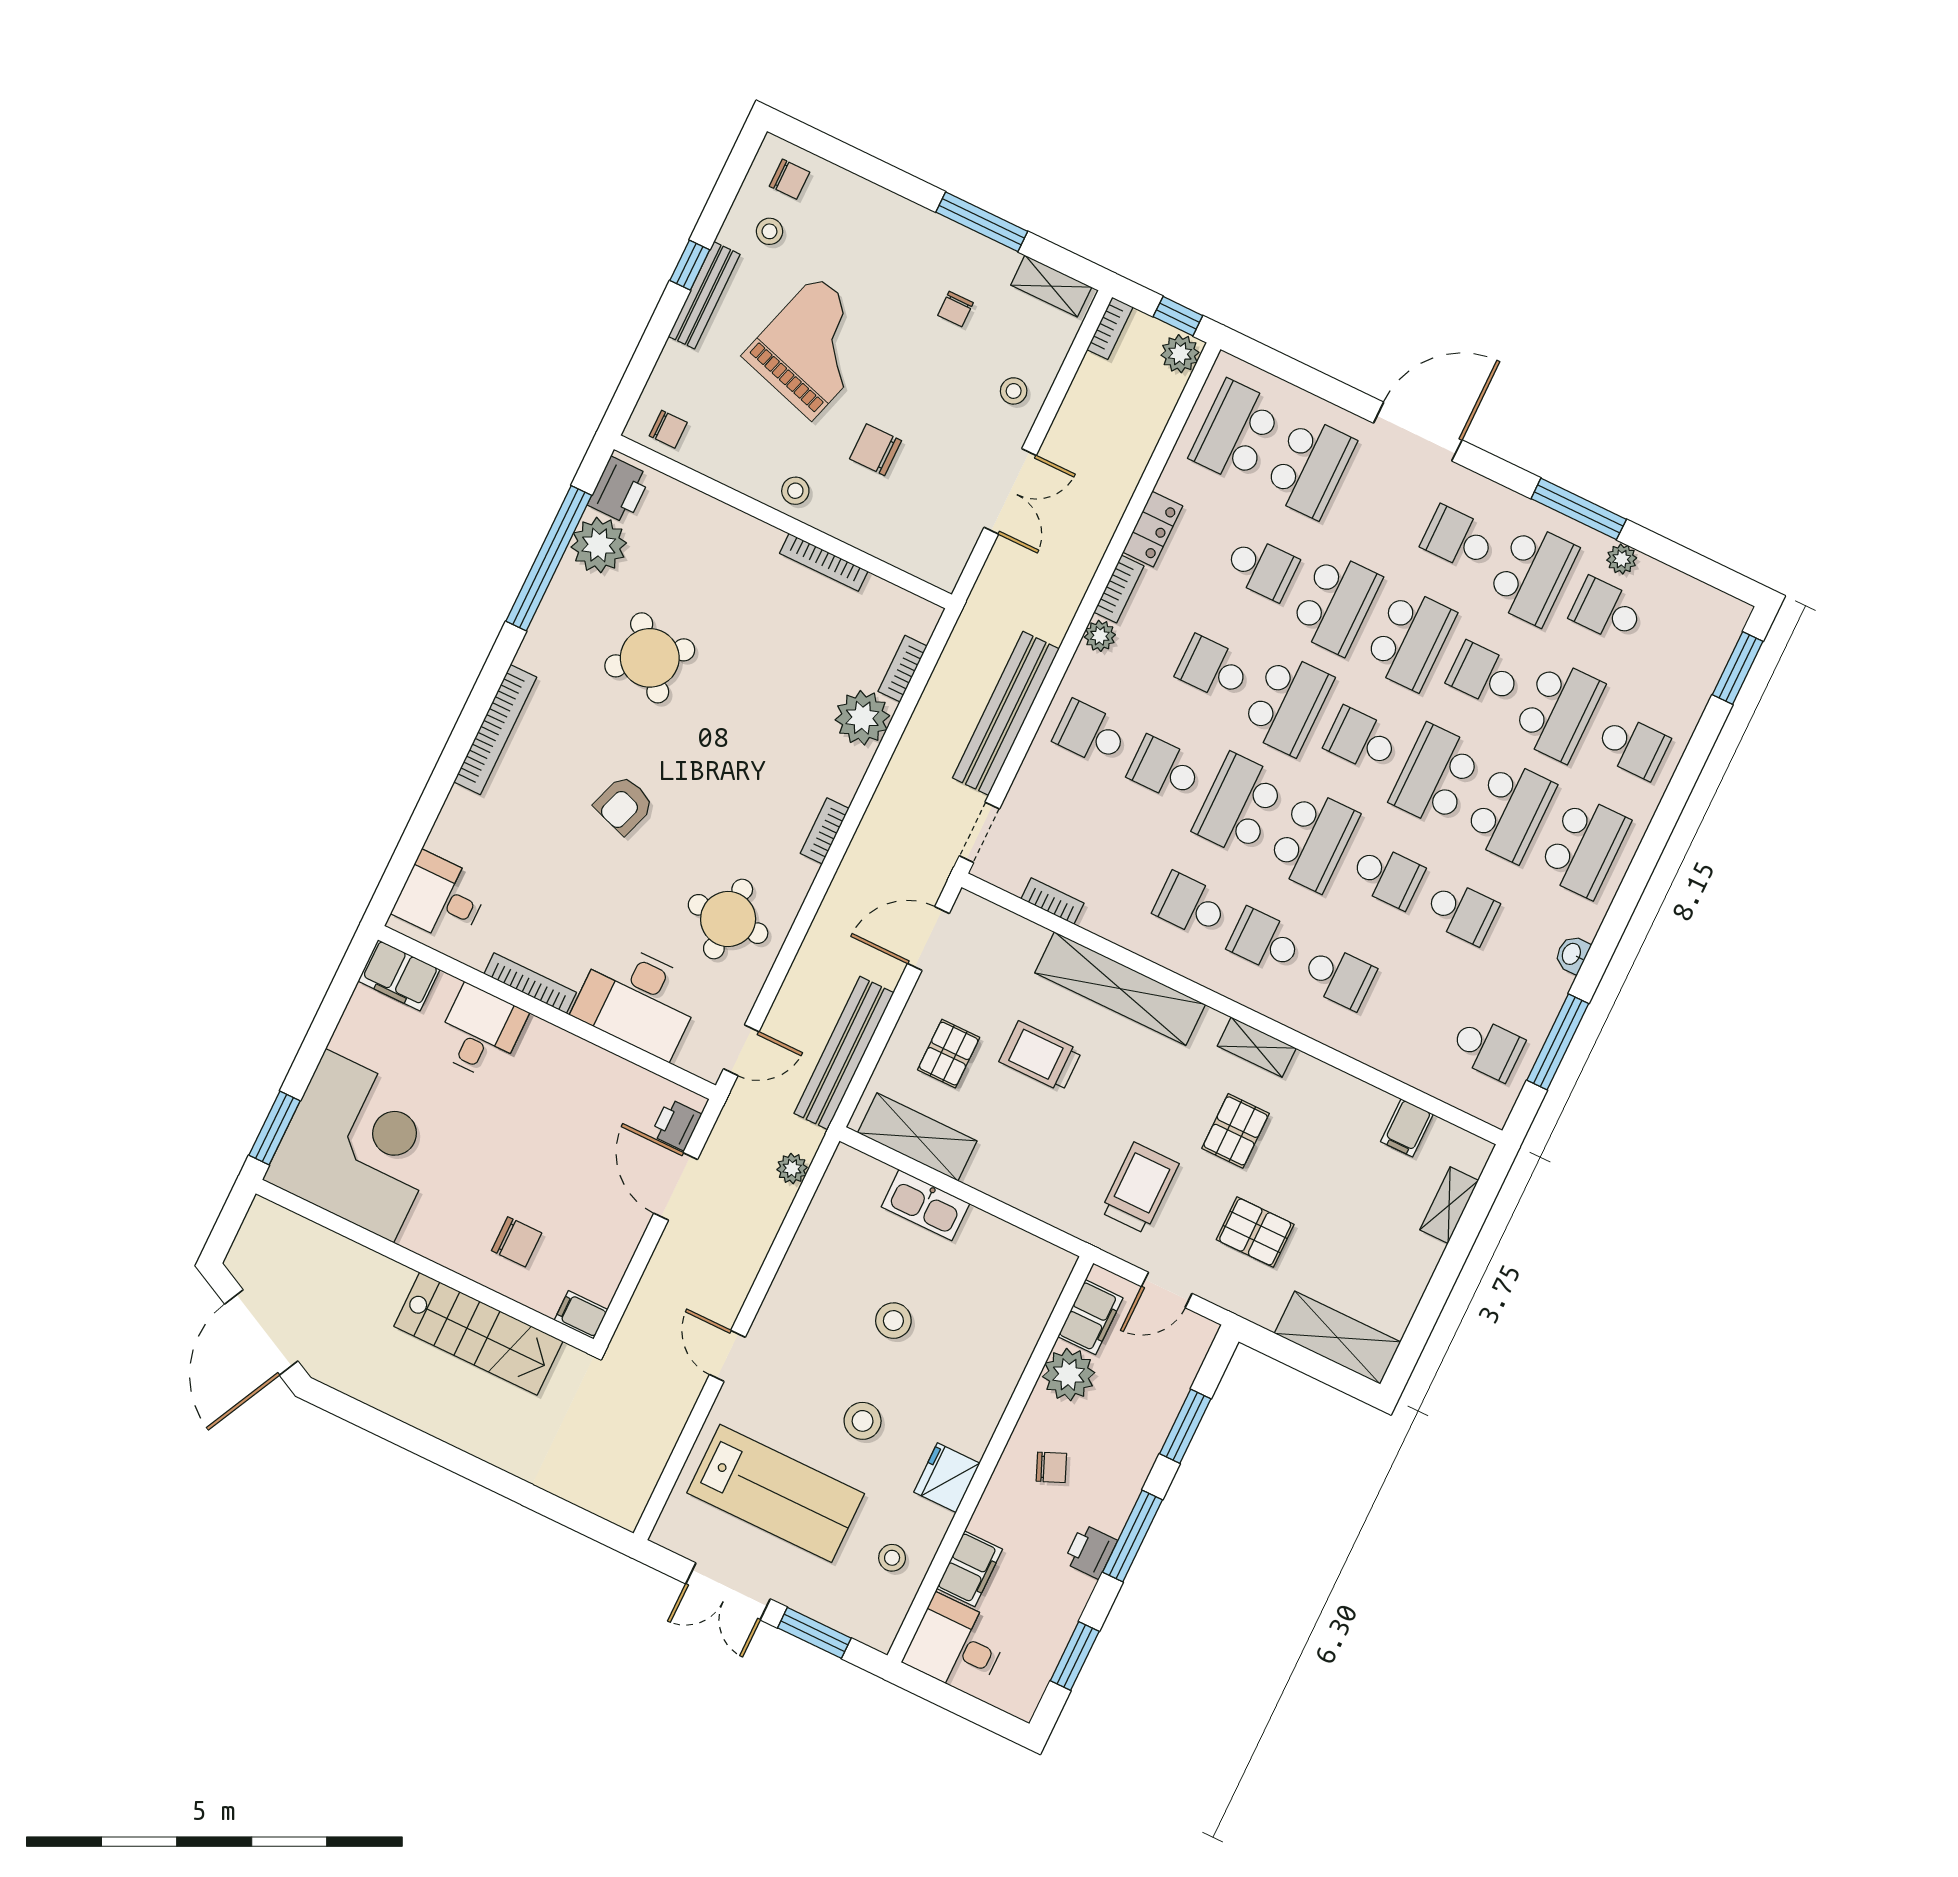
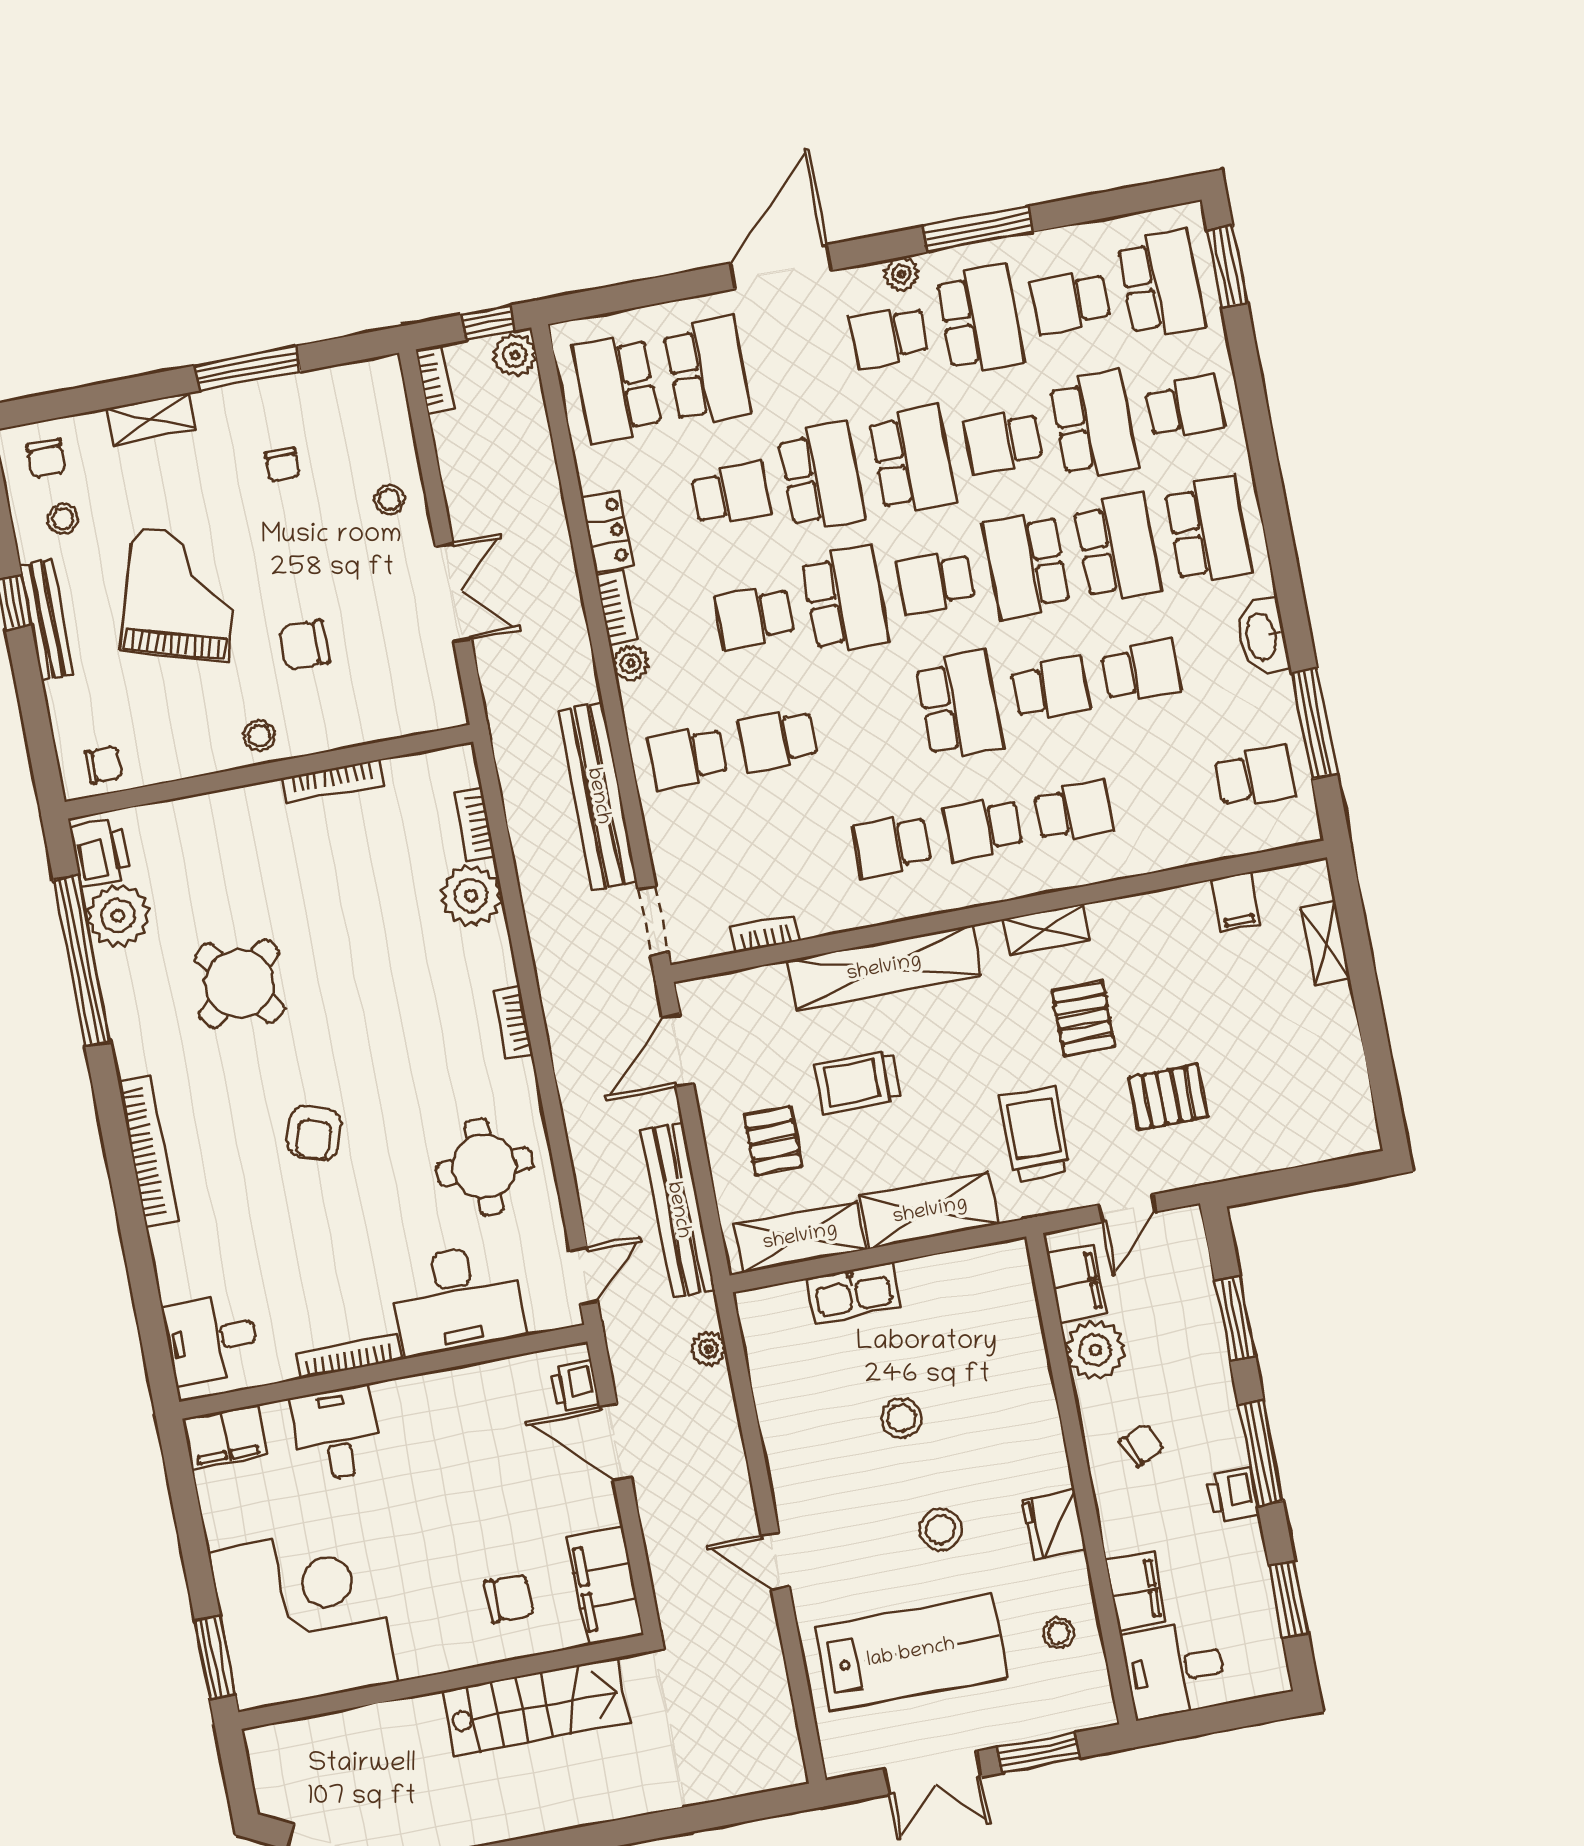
chair: (790, 179) -> (46, 458), turned 90
shelving: (1051, 286) -> (151, 419), moved
plant: (1622, 559) -> (901, 274), moved
school desk: (1239, 805) -> (1161, 284), moved, turned 180
washbasin: (1572, 954) -> (1262, 636), width x1.91, depth x1.45
filing cabinet: (581, 1315) -> (605, 1586), width x3.00, depth x1.17
shelving: (1338, 1338) -> (930, 1211), moved

